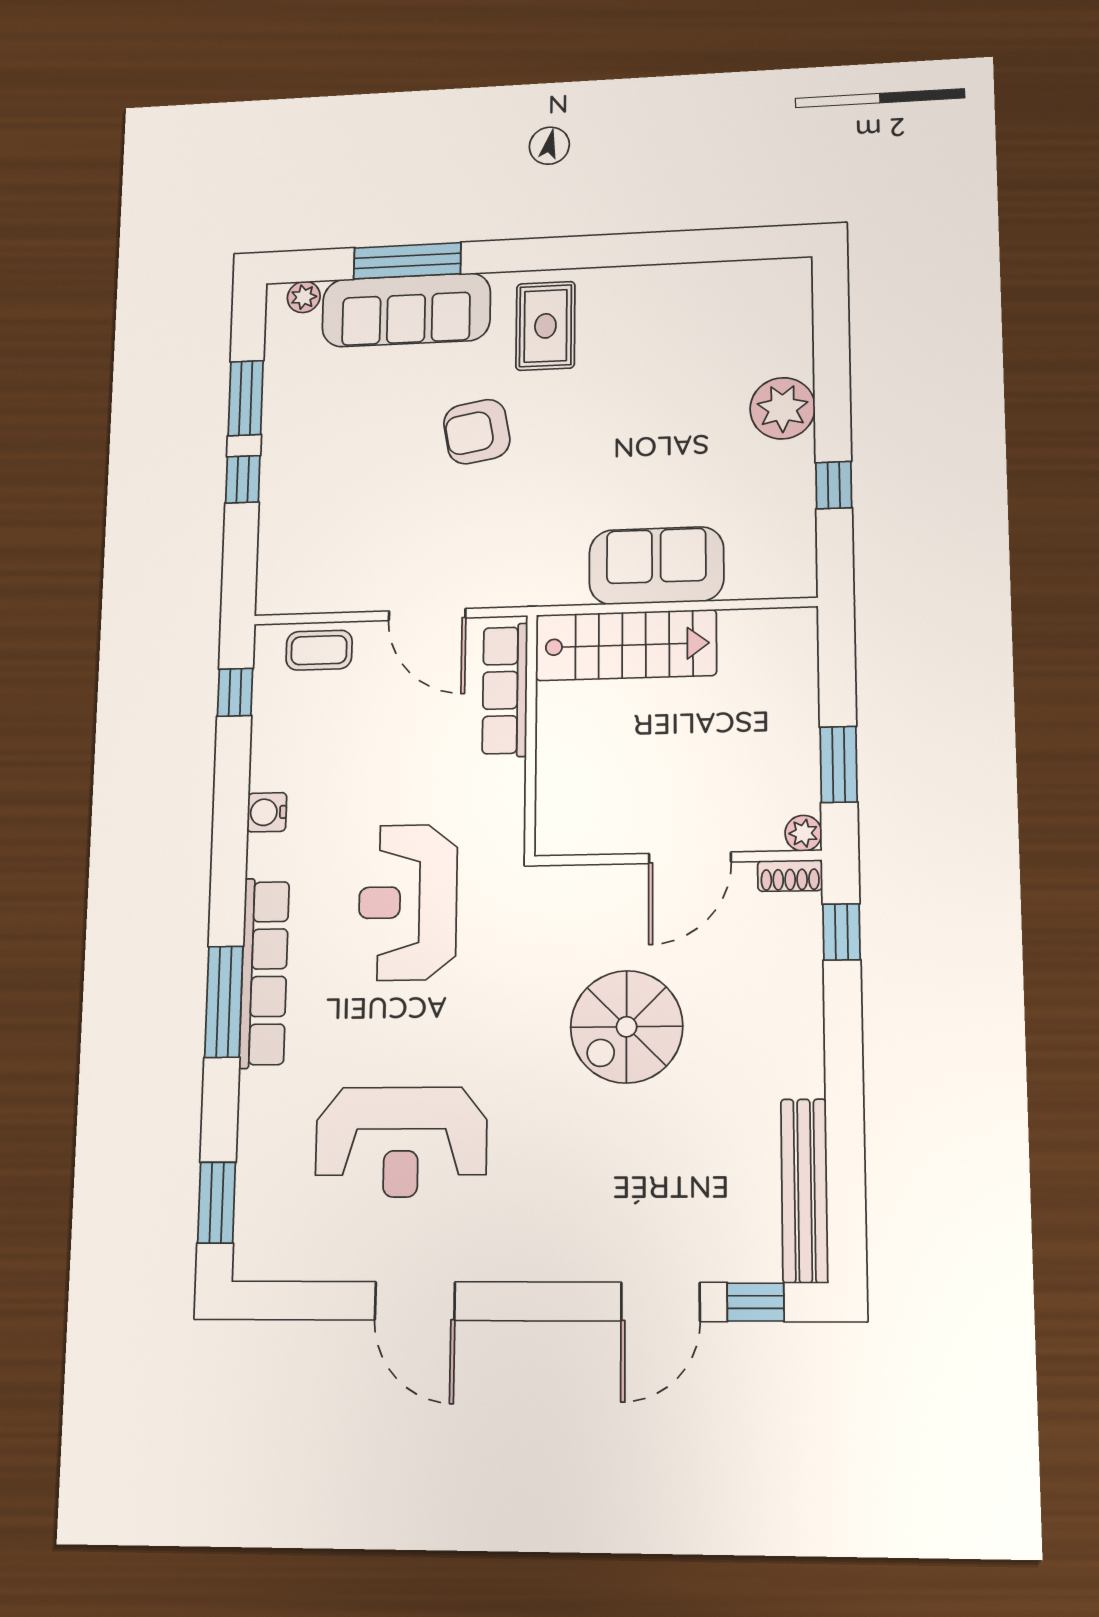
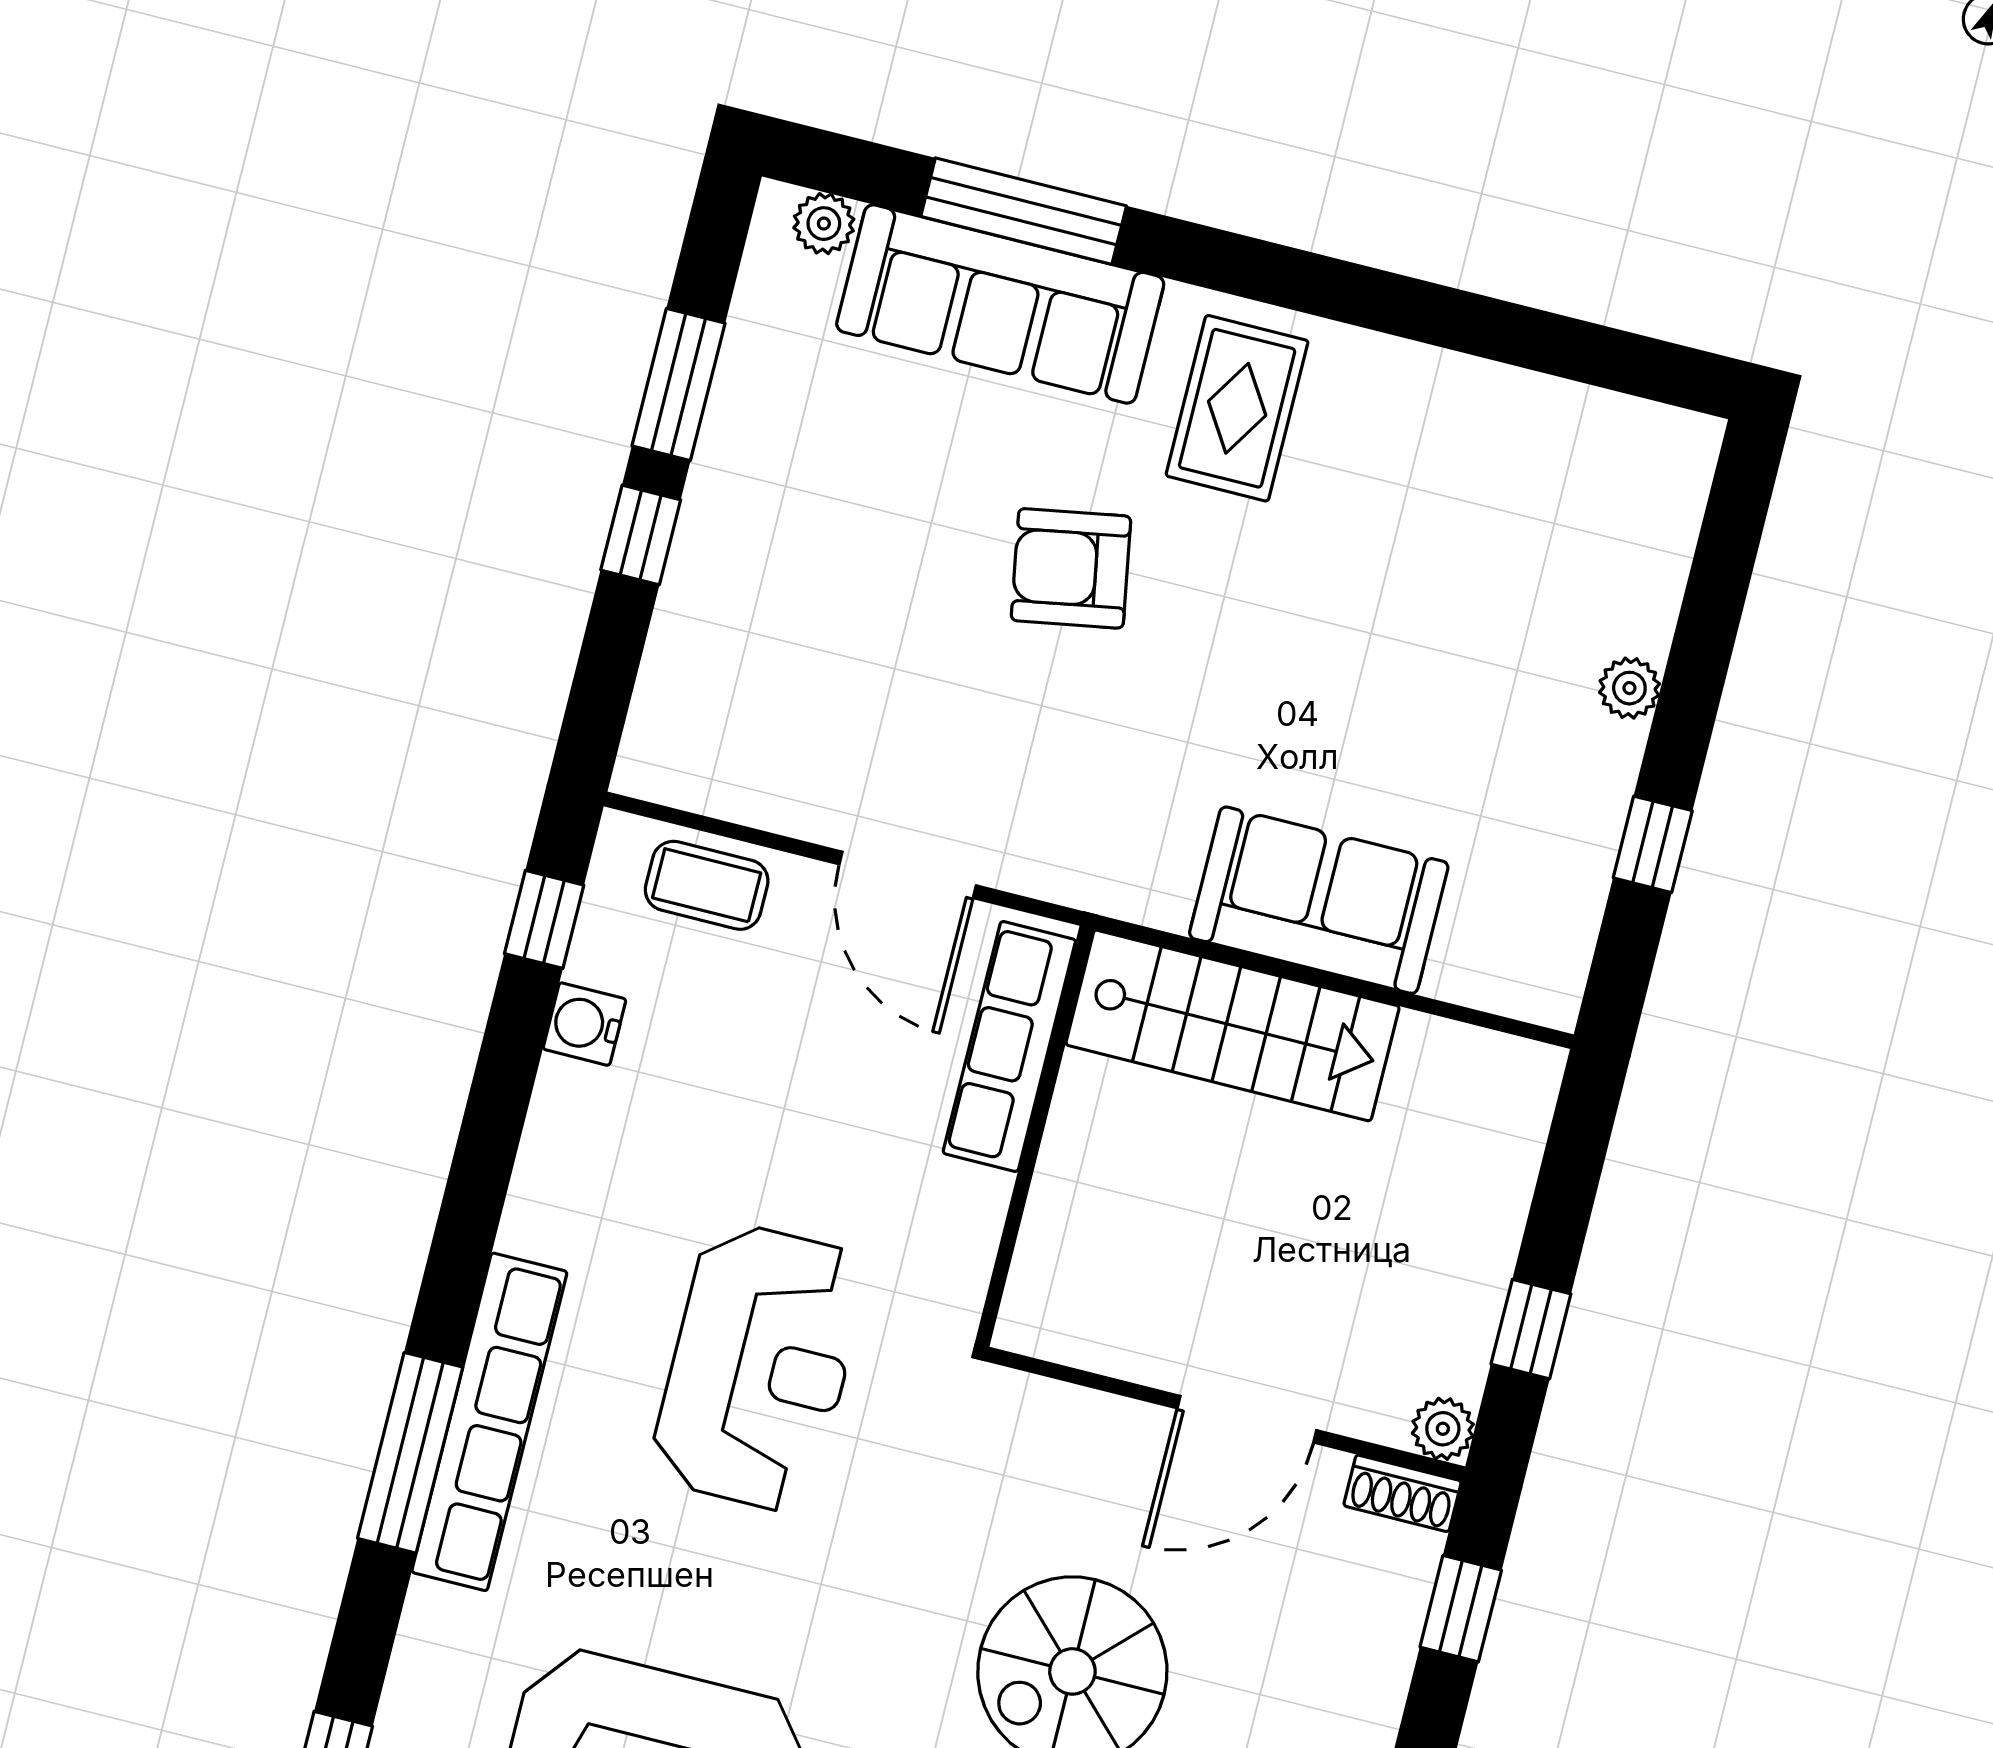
plant: (783, 408) -> (1629, 688), width x0.53, depth x0.53
window: (839, 764) -> (1531, 1329), width x0.67
water cooler: (267, 812) -> (584, 1024), moved
reception desk: (408, 902) -> (759, 1367), turned 180

